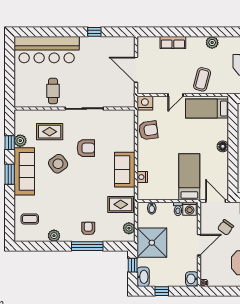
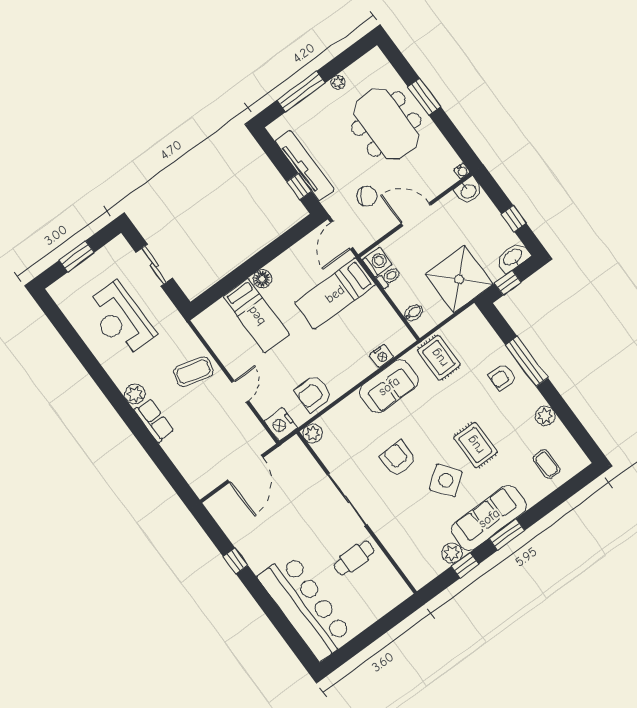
row of seats: (173, 43) -> (154, 420), moved
door: (176, 95) -> (240, 392), hinge flipped
bed: (207, 109) -> (256, 316), moved
armchair: (148, 130) -> (313, 393), turned -82
rug: (50, 132) -> (475, 445), moved
plant: (129, 228) -> (313, 433), moved

